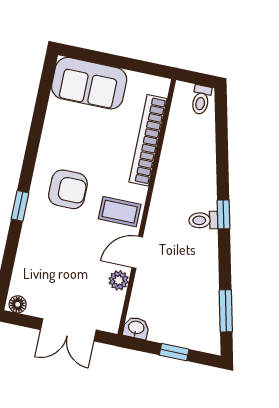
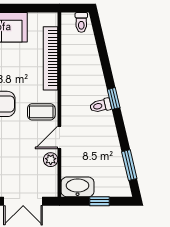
washbasin: (136, 328) -> (78, 187), width x1.91, depth x1.45

